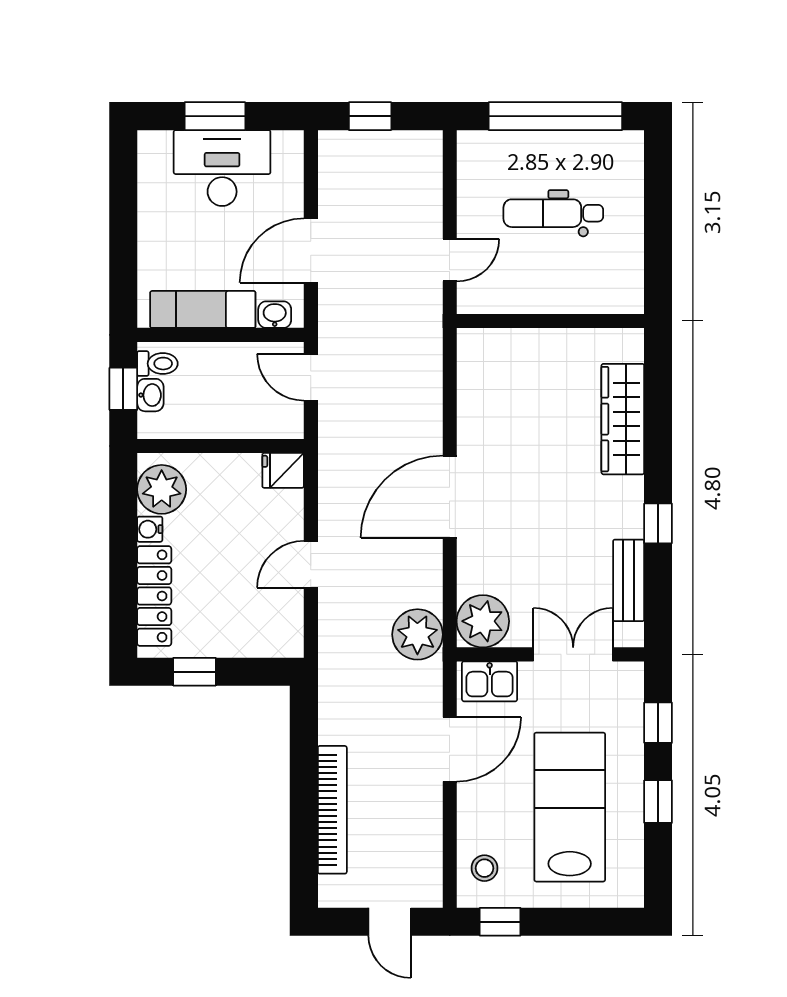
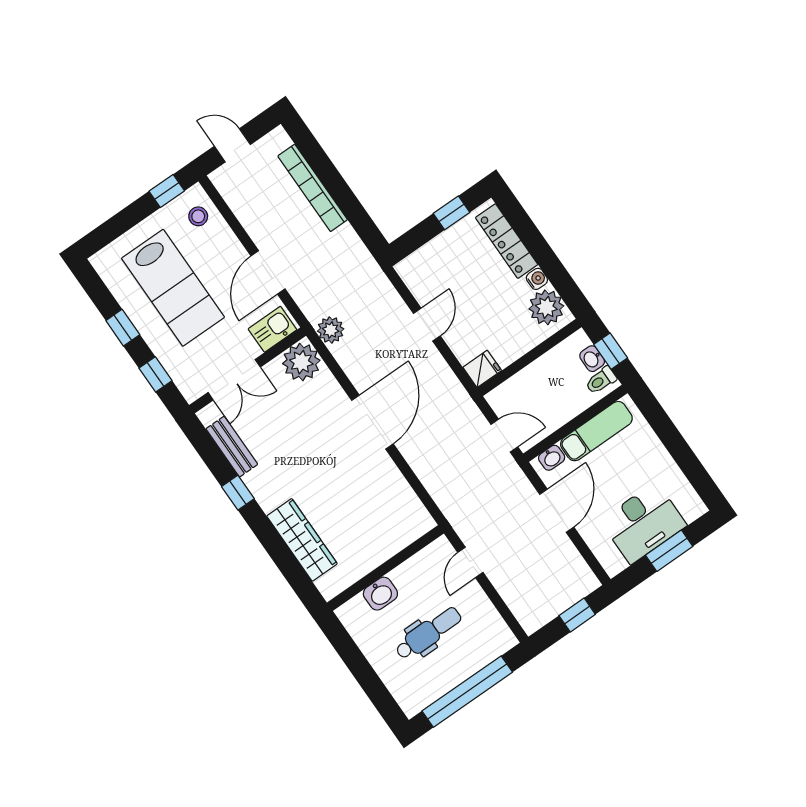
washbasin: (576, 296) -> (380, 594), added
plant: (417, 634) -> (331, 330), width x0.73, depth x0.73

